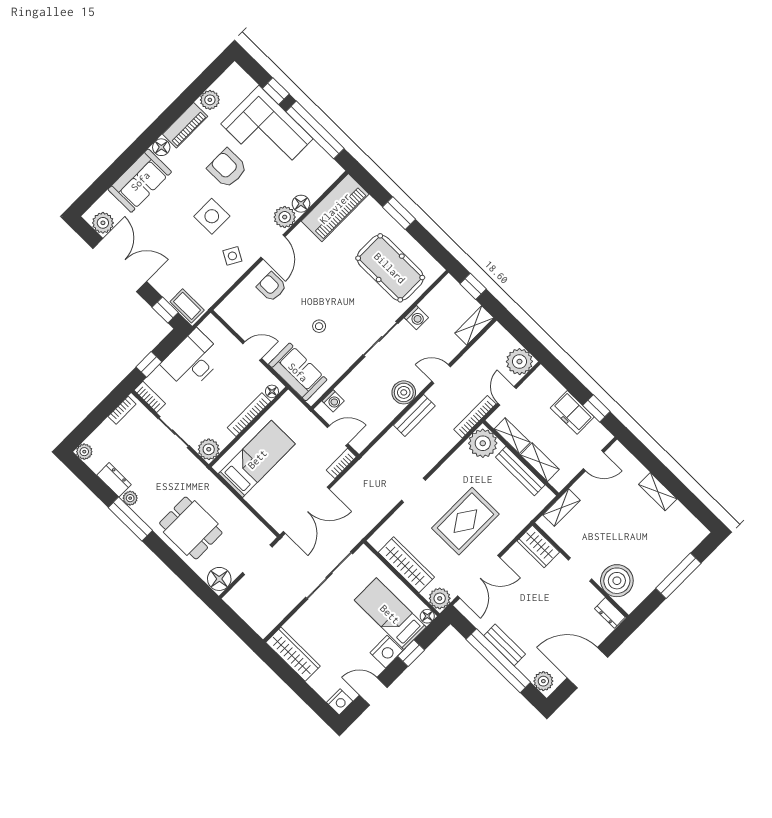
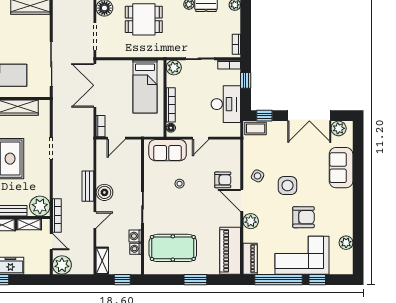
piano: (185, 125) -> (250, 259), moved, turned 180
floor lamp: (161, 147) -> (347, 195), removed
floor lamp: (301, 204) -> (249, 236), removed
washing machine: (333, 401) -> (136, 249), moved

